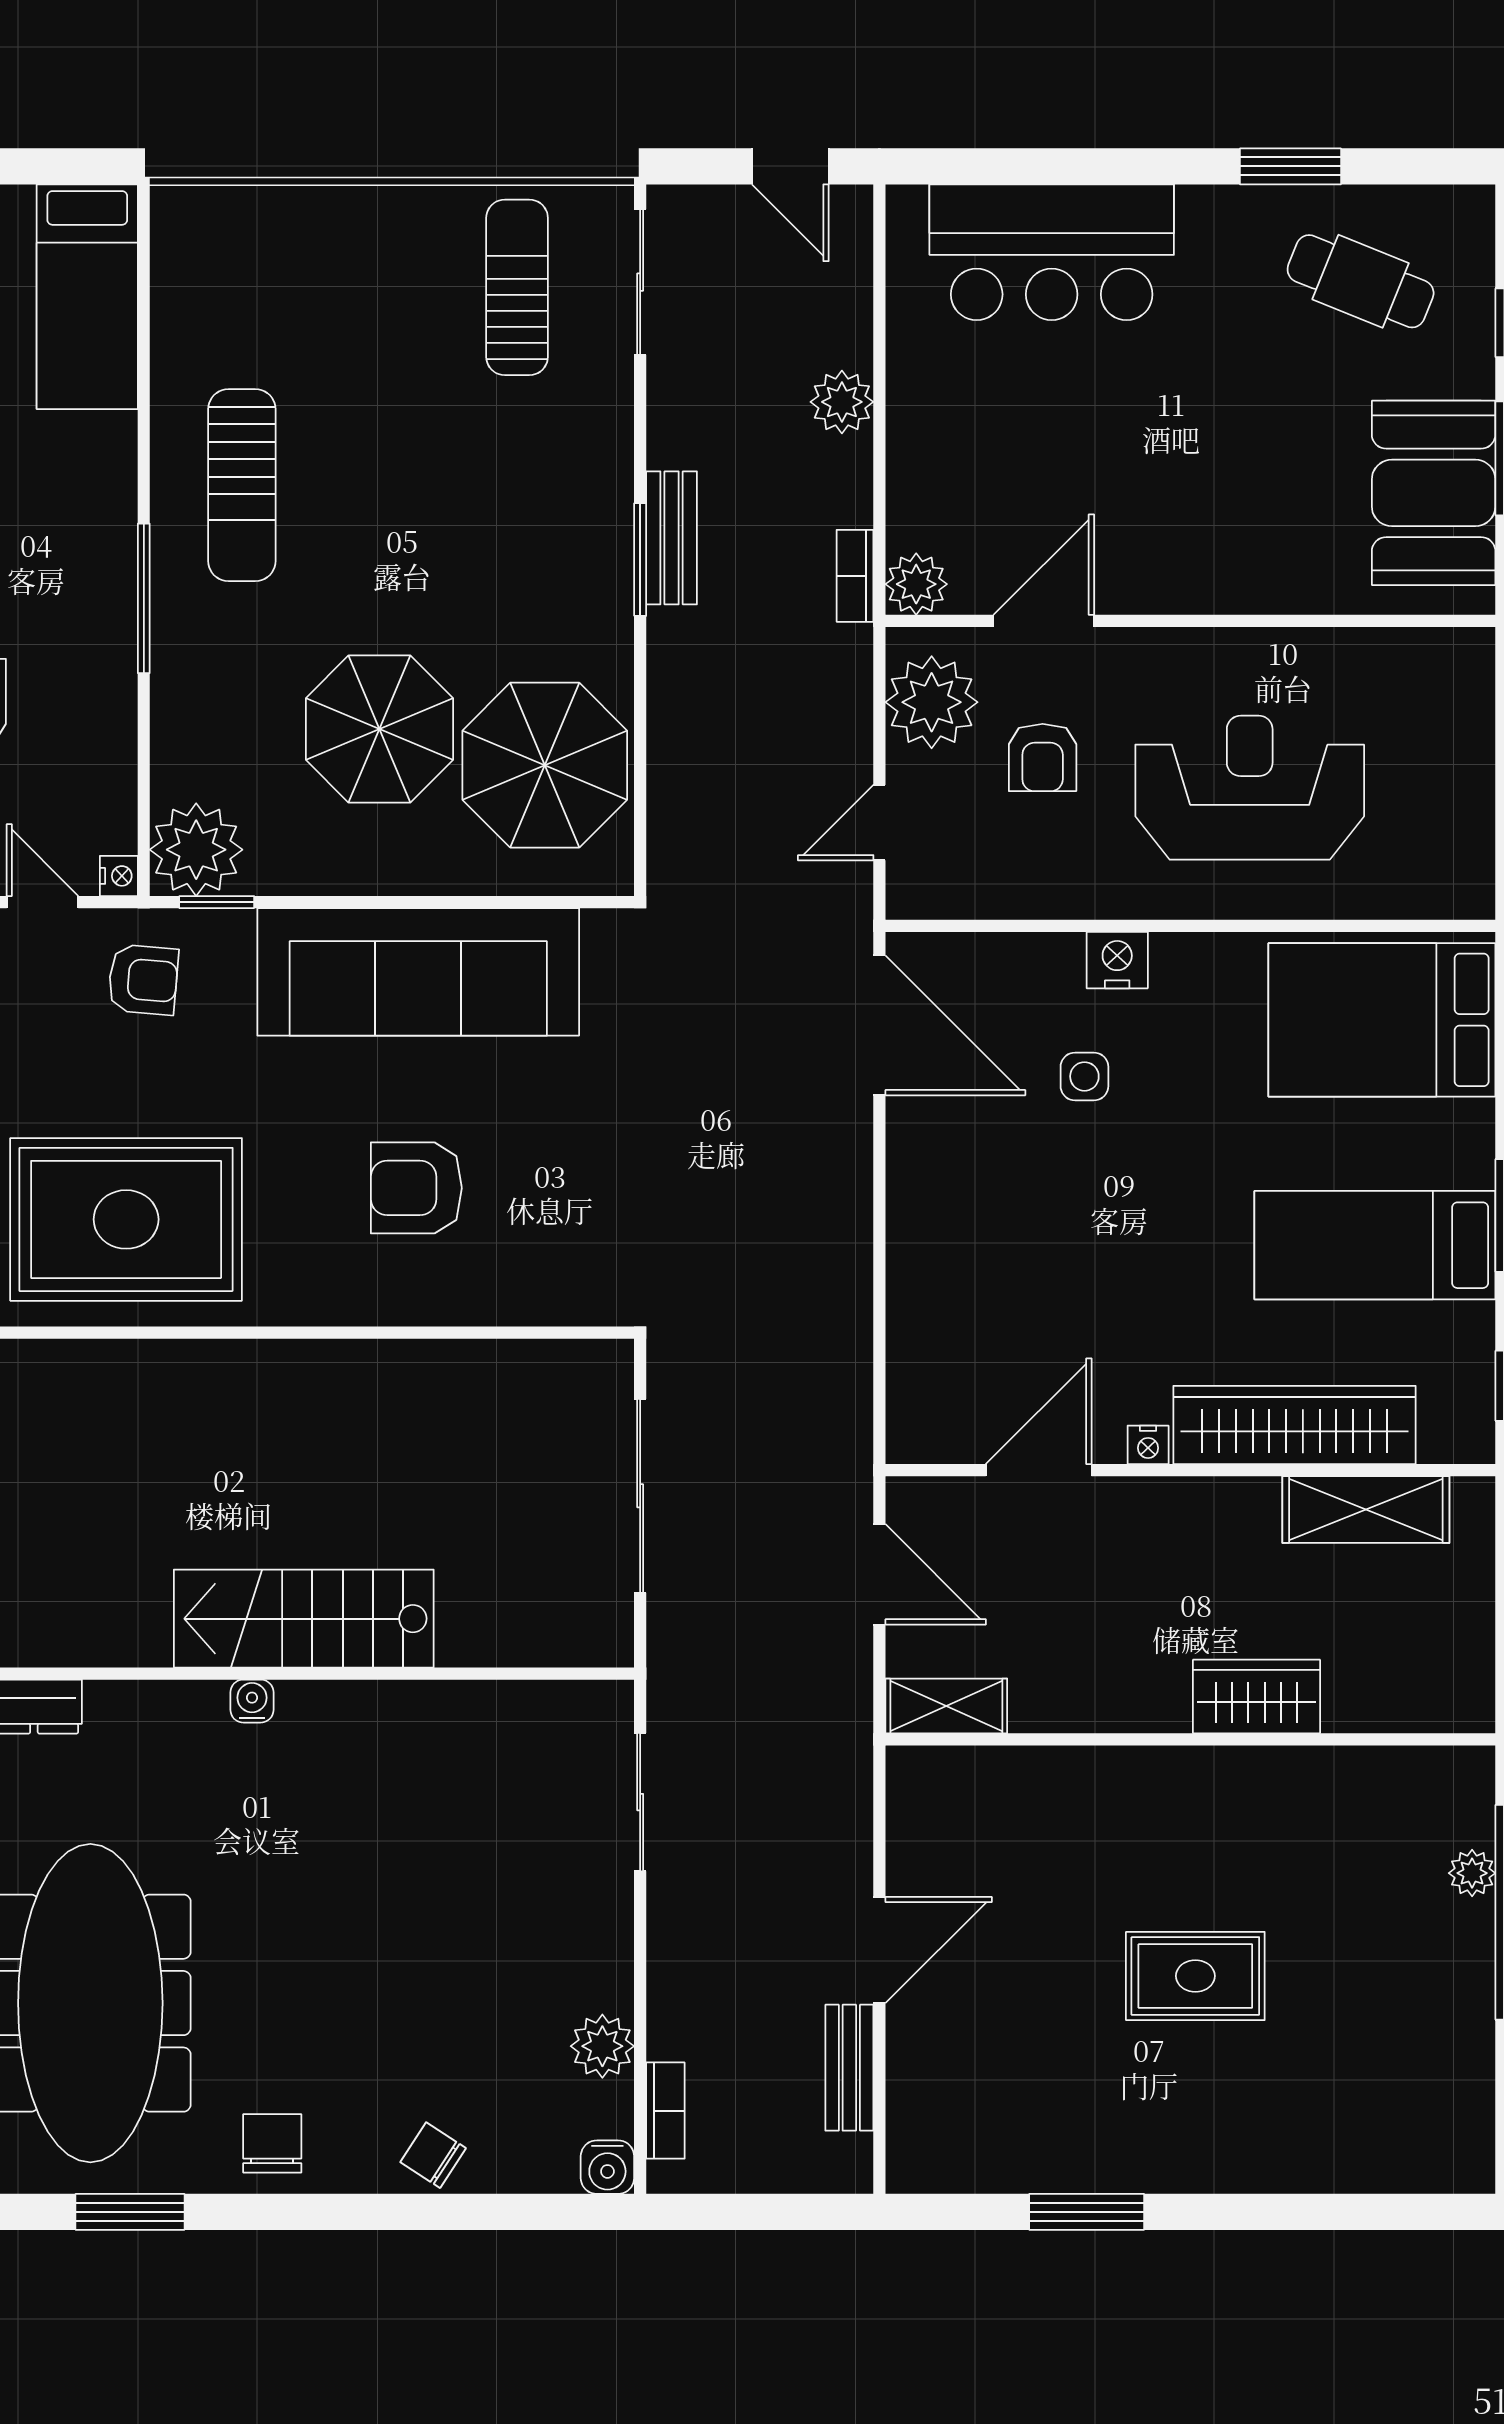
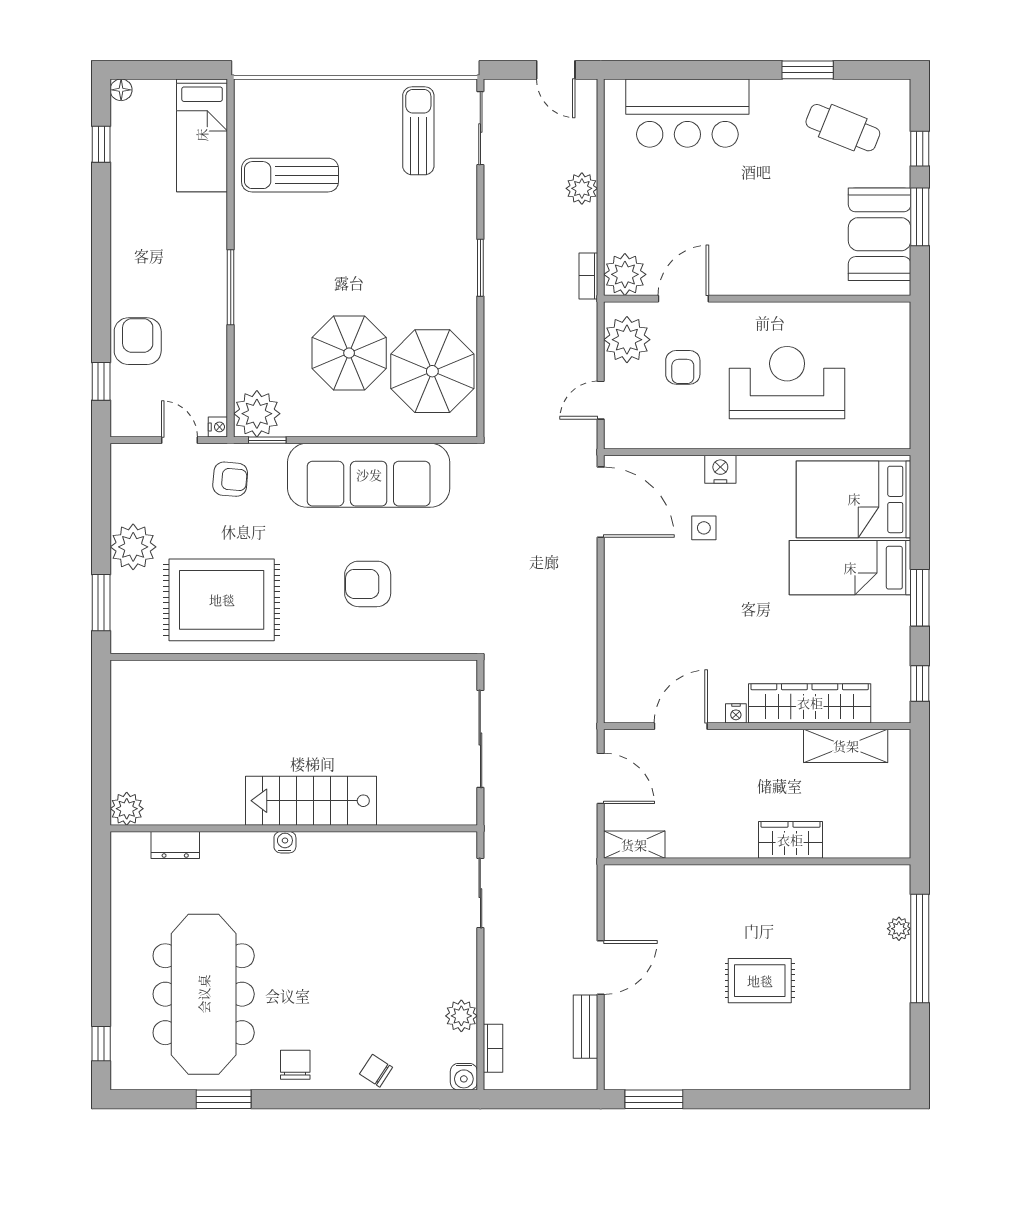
sun lounger: (242, 485) -> (290, 175), moved, turned 90
bench: (672, 538) -> (496, 257), removed
plant: (916, 584) -> (625, 274), width x1.36, depth x1.36
bed: (1375, 1245) -> (850, 568), moved
window: (1087, 2212) -> (654, 1099), moved

